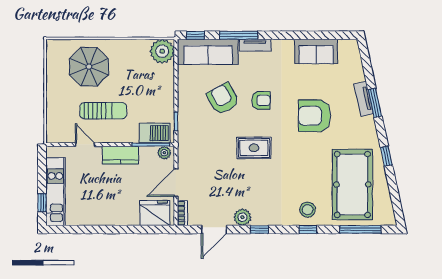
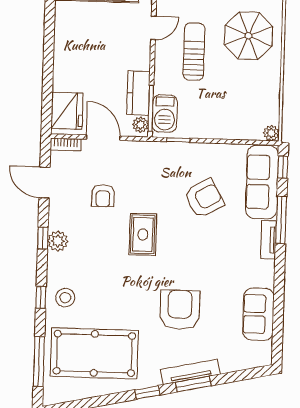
plant: (162, 51) -> (271, 133), width x0.53, depth x0.53
tv unit: (364, 99) -> (190, 372), width x1.41
armchair: (261, 100) -> (103, 196), moved
sun lounger: (103, 111) -> (194, 52), turned 180
kitchen counter: (120, 155) -> (138, 93), moved
window: (386, 156) -> (147, 392), moved
plant: (242, 217) -> (58, 241), moved

